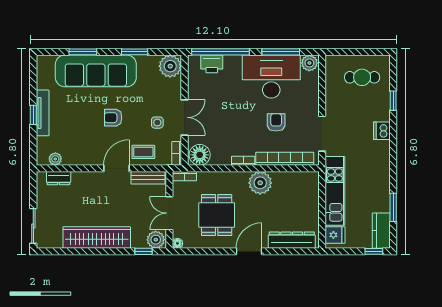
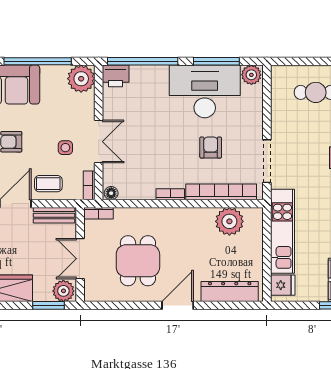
window: (135, 52) -> (38, 61), width x2.11
printer: (212, 64) -> (116, 76), moved
floor lamp: (200, 155) -> (111, 193), width x0.53, depth x0.53
plant: (260, 183) -> (229, 221), moved
floor lamp: (177, 243) -> (90, 295), removed
window: (144, 251) -> (49, 305), width x1.50

